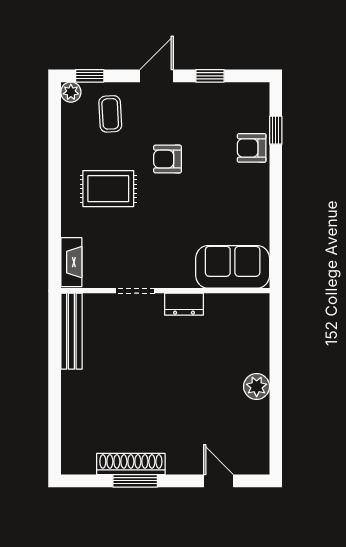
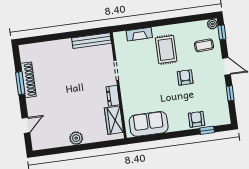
fireplace: (71, 262) -> (139, 34), moved
sofa: (233, 267) -> (149, 124), moved, turned -90
wardrobe: (232, 308) -> (114, 120), added

